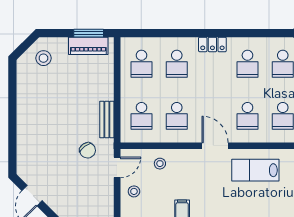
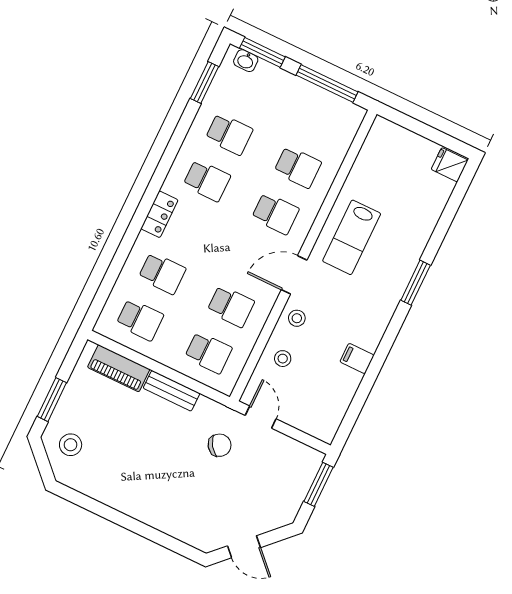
window: (89, 33) -> (52, 400), moved
piano: (88, 46) -> (119, 368), moved, turned 90
bench: (107, 119) -> (172, 391), moved
stool: (134, 191) -> (297, 318), moved

